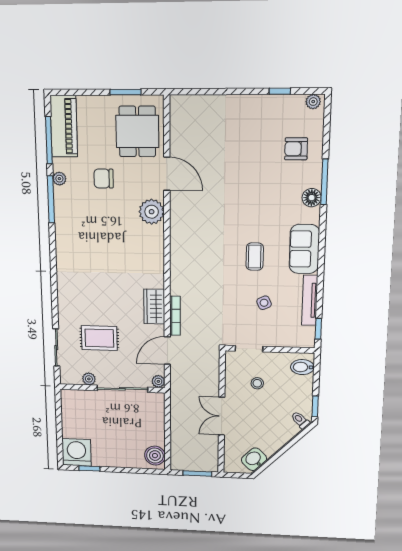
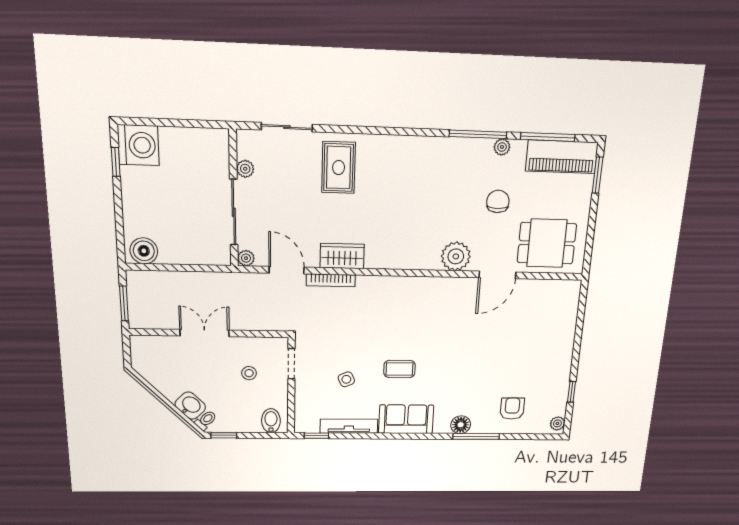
window: (125, 92) -> (597, 175), moved
rug: (99, 338) -> (339, 168), moved
washbasin: (254, 459) -> (190, 406), moved

